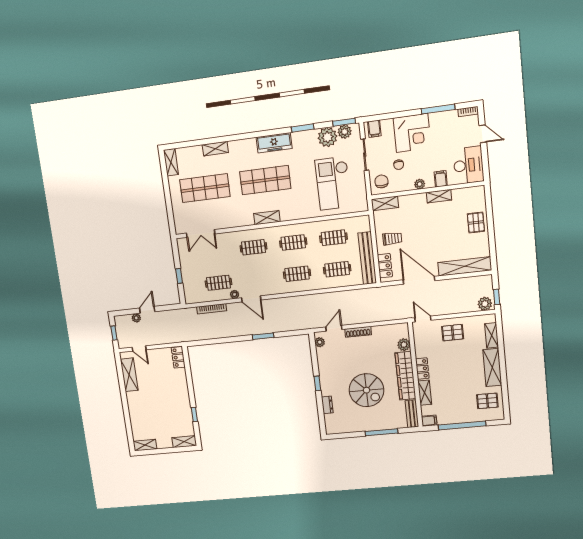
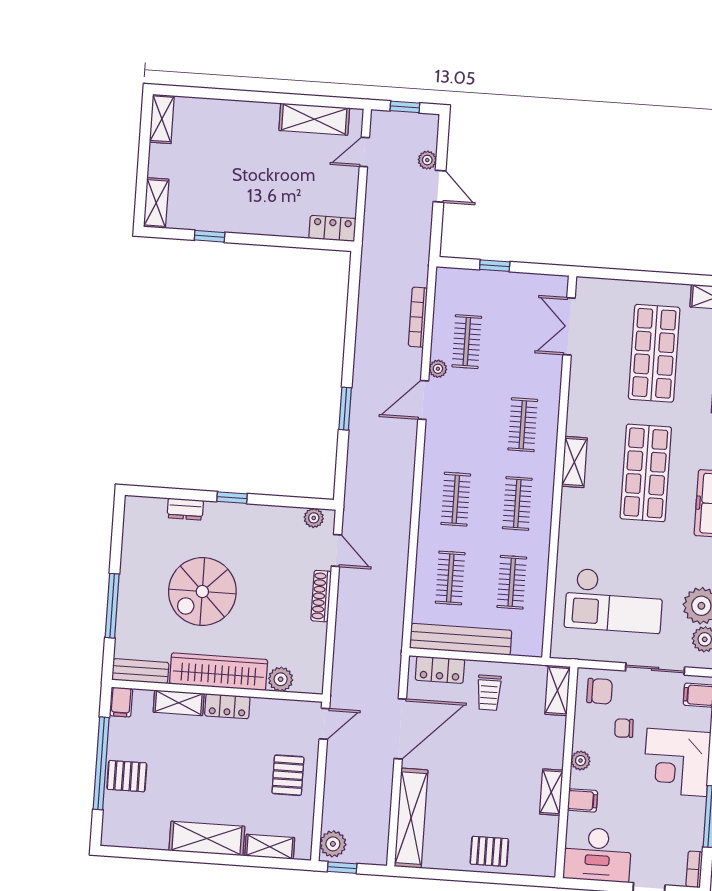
checkout: (333, 183) -> (614, 601), turned 180
pallet: (487, 401) -> (127, 776), moved, turned 90

